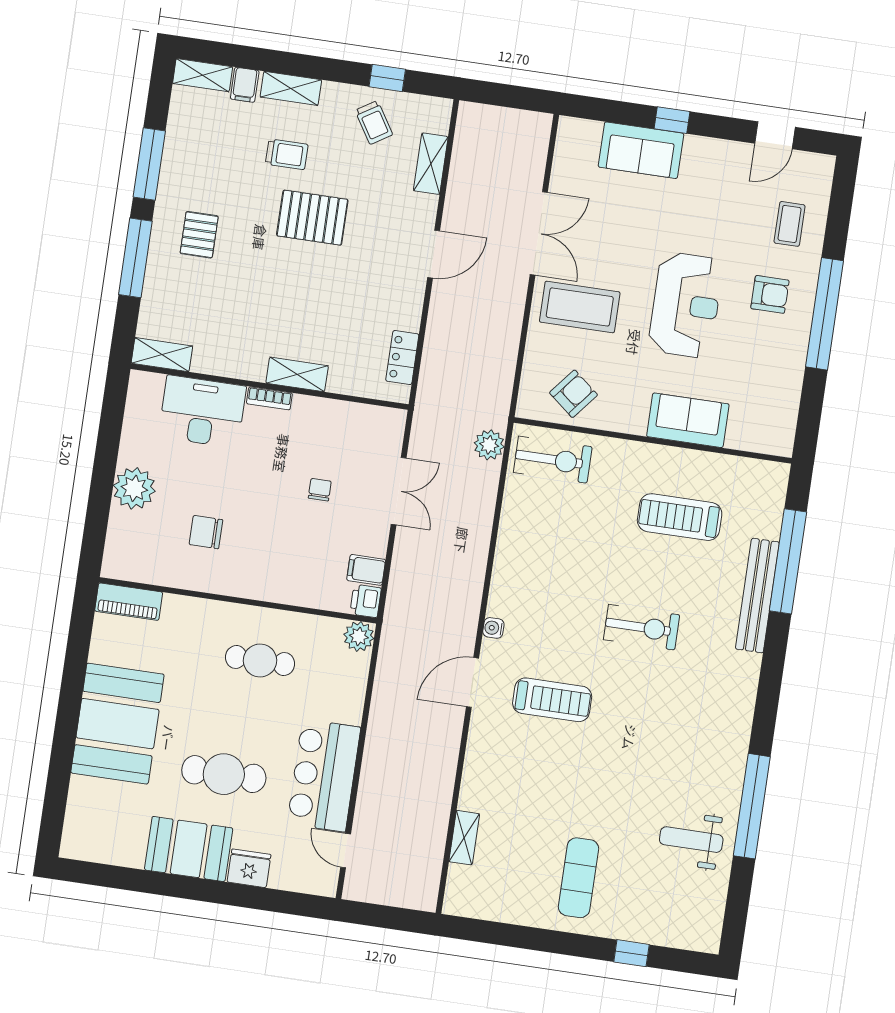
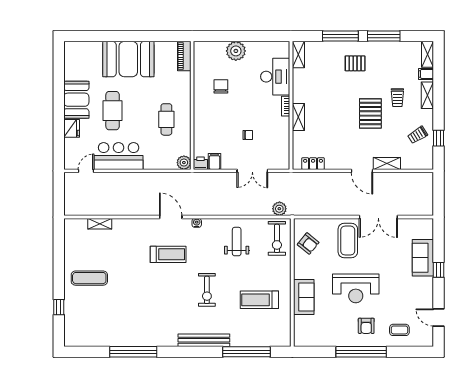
shelving: (431, 164) -> (387, 163), moved
treadmill: (680, 517) -> (259, 300), turned -90
bench: (757, 596) -> (204, 340), moved
treadmill: (552, 700) -> (168, 254), turned -90
weight bench: (691, 840) -> (237, 242), moved

